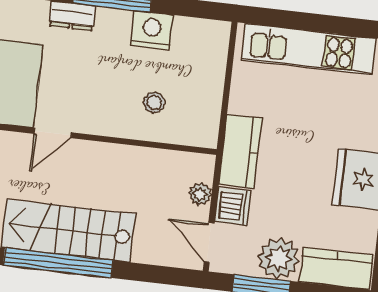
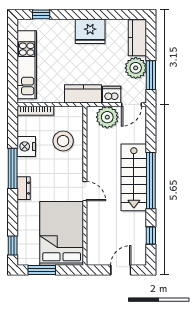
bookcase: (219, 56) -> (35, 111), added
stool: (154, 103) -> (63, 141), width x1.89, depth x1.89
plant: (200, 194) -> (107, 117), width x1.87, depth x1.87

